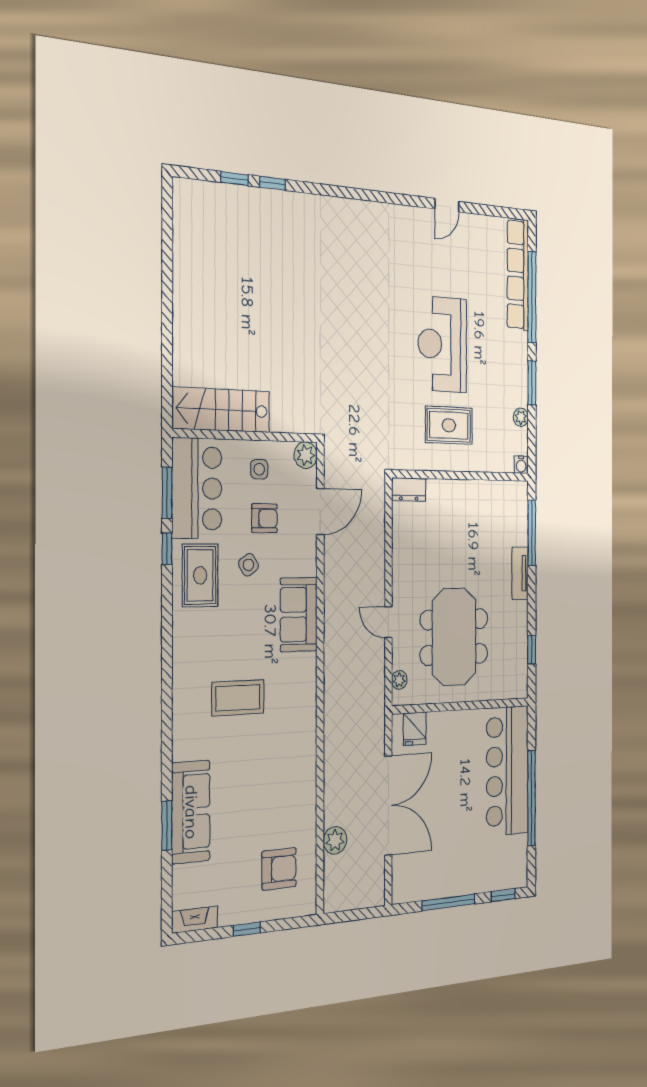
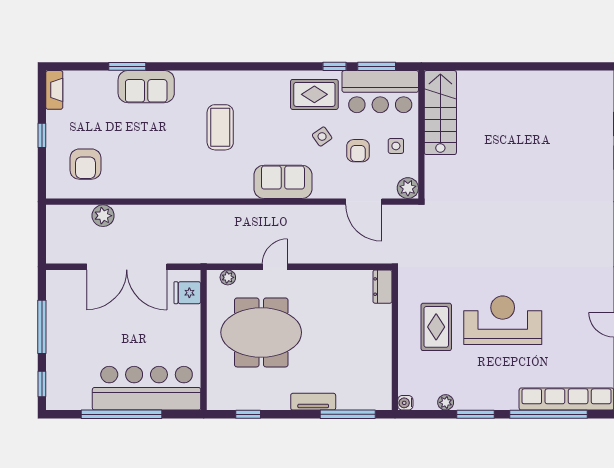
sofa: (191, 812) -> (146, 87), width x0.73

